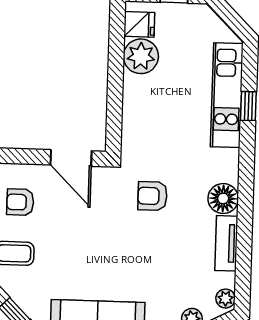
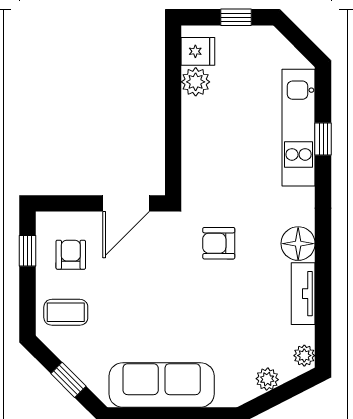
plant: (141, 56) -> (196, 82), width x0.73, depth x0.73
door: (71, 158) -> (126, 203), hinge flipped
armchair: (20, 202) -> (71, 255), turned 90

